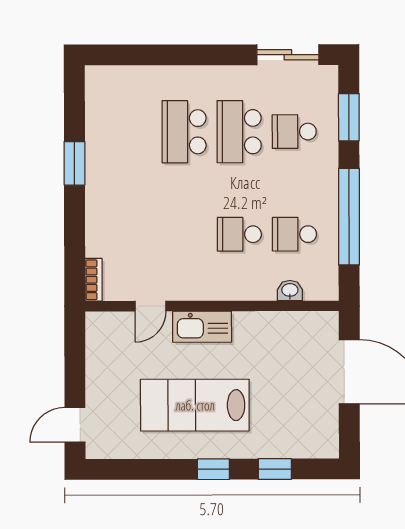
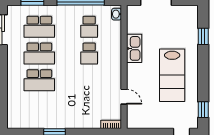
school desk: (294, 132) -> (39, 27), width x1.85
washbasin: (290, 291) -> (117, 14), moved
kitchen sink: (202, 327) -> (134, 48), moved
window: (213, 469) -> (203, 110), moved

